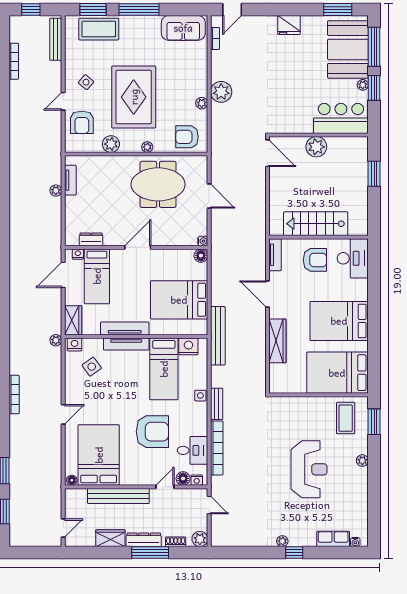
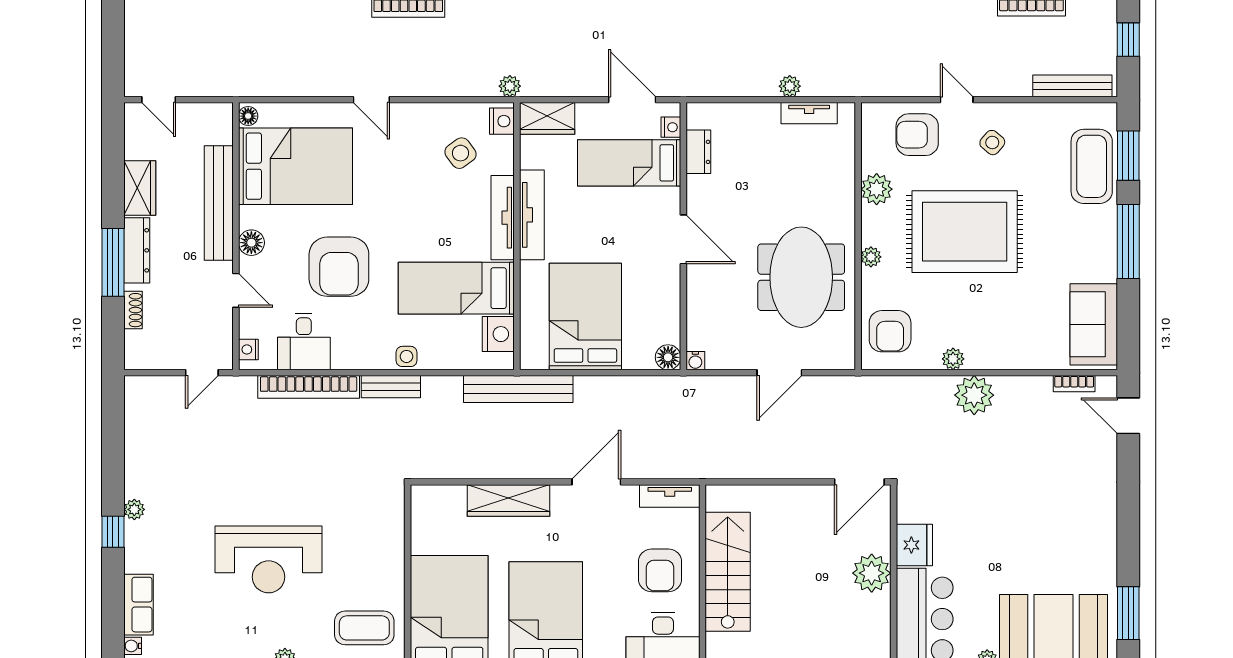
fridge: (289, 25) -> (914, 545), moved, turned 180
armchair: (187, 137) -> (890, 331), turned 180
floor lamp: (183, 478) -> (251, 243), moved
plant: (200, 539) -> (138, 355), removed

